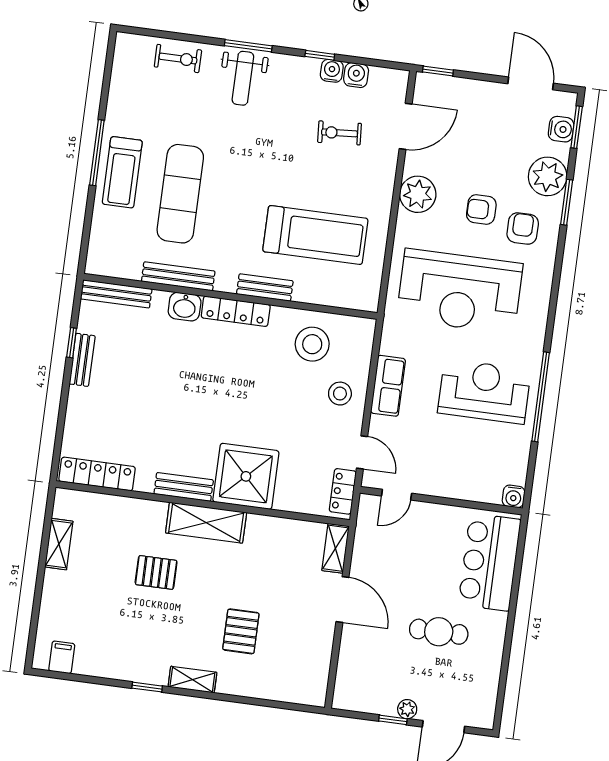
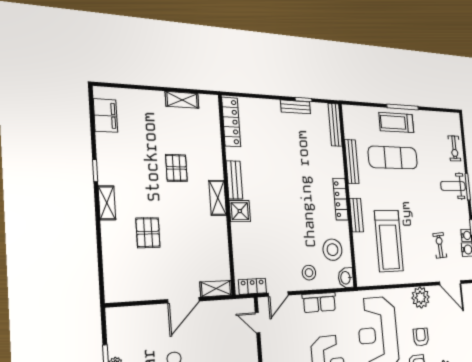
washbasin: (185, 307) -> (346, 278), moved
shower: (246, 476) -> (240, 211), width x0.54, depth x0.54
shelving: (206, 523) -> (218, 198), width x0.67, depth x0.75
pallet: (241, 631) -> (148, 233), turned 90
filing cabinet: (62, 657) -> (105, 115), width x2.00

